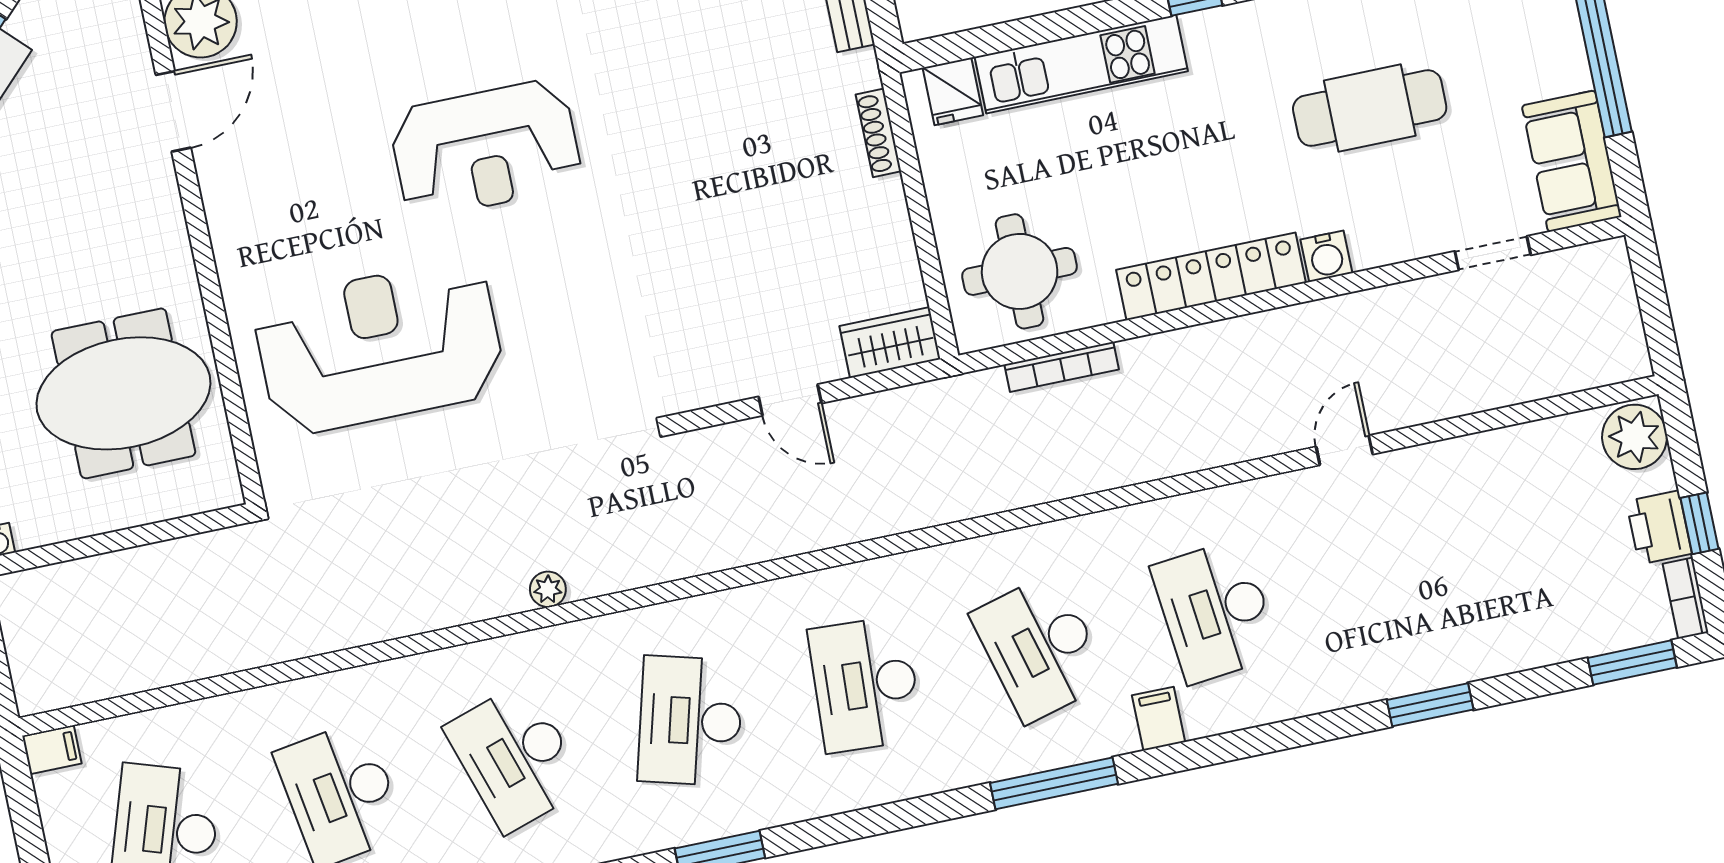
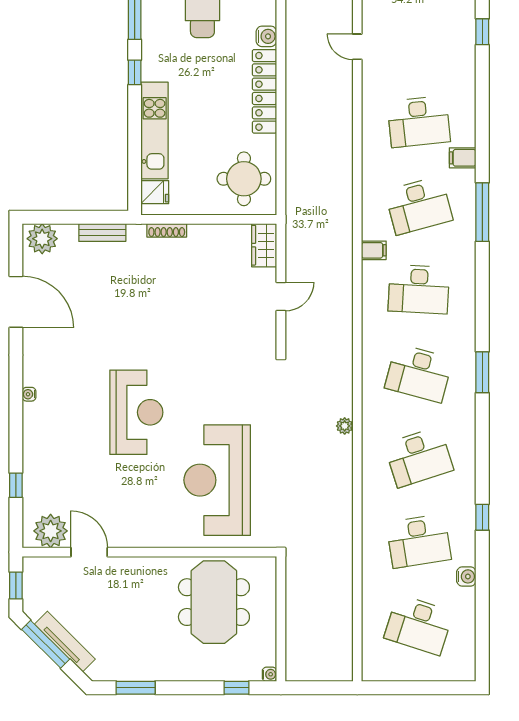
bookcase: (1062, 367) -> (292, 169), removed
window: (1430, 705) -> (482, 32), width x0.67
filing cabinet: (52, 750) -> (374, 250), moved, turned 90

